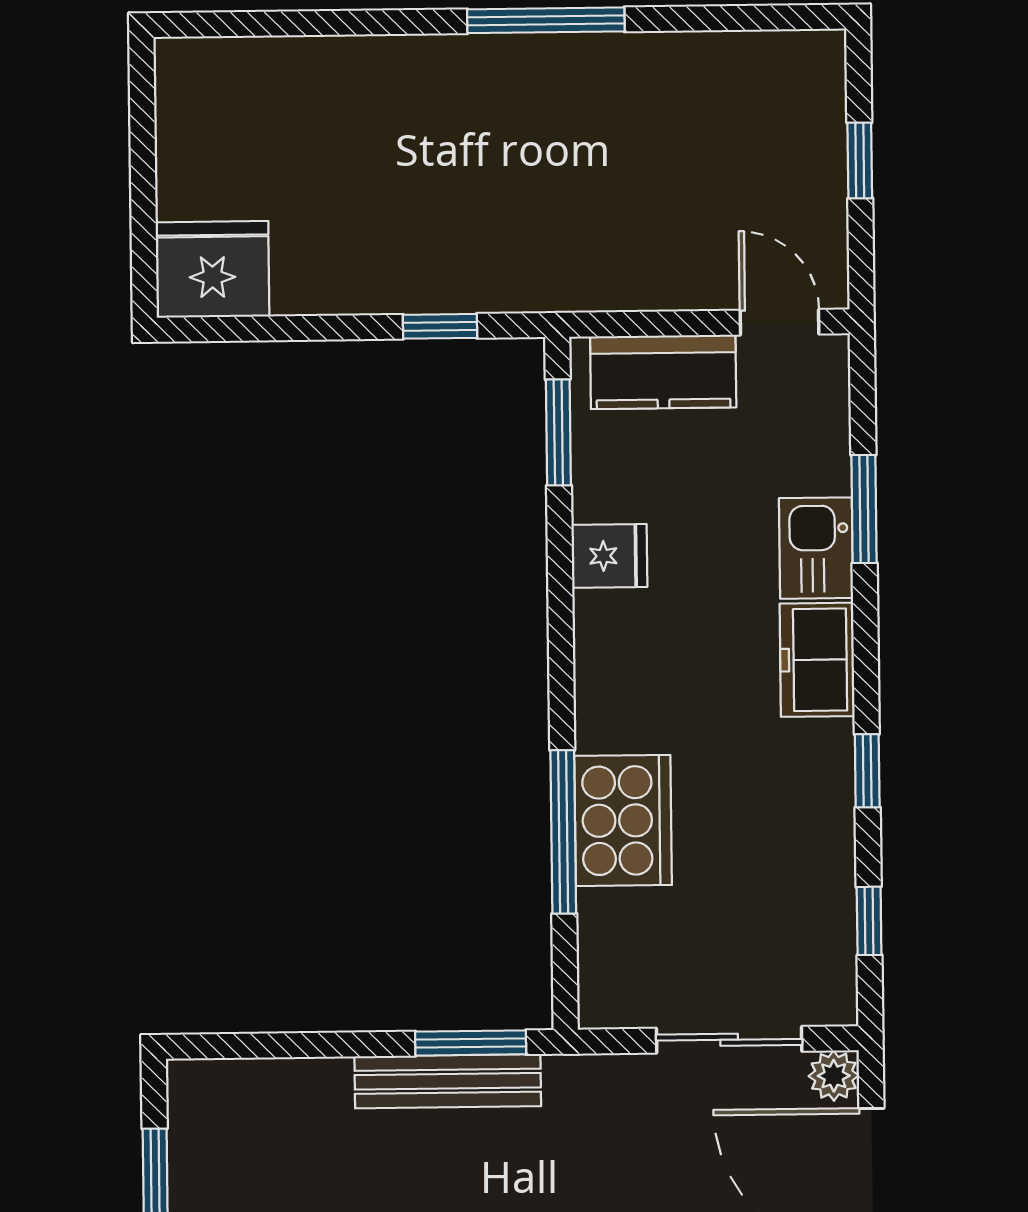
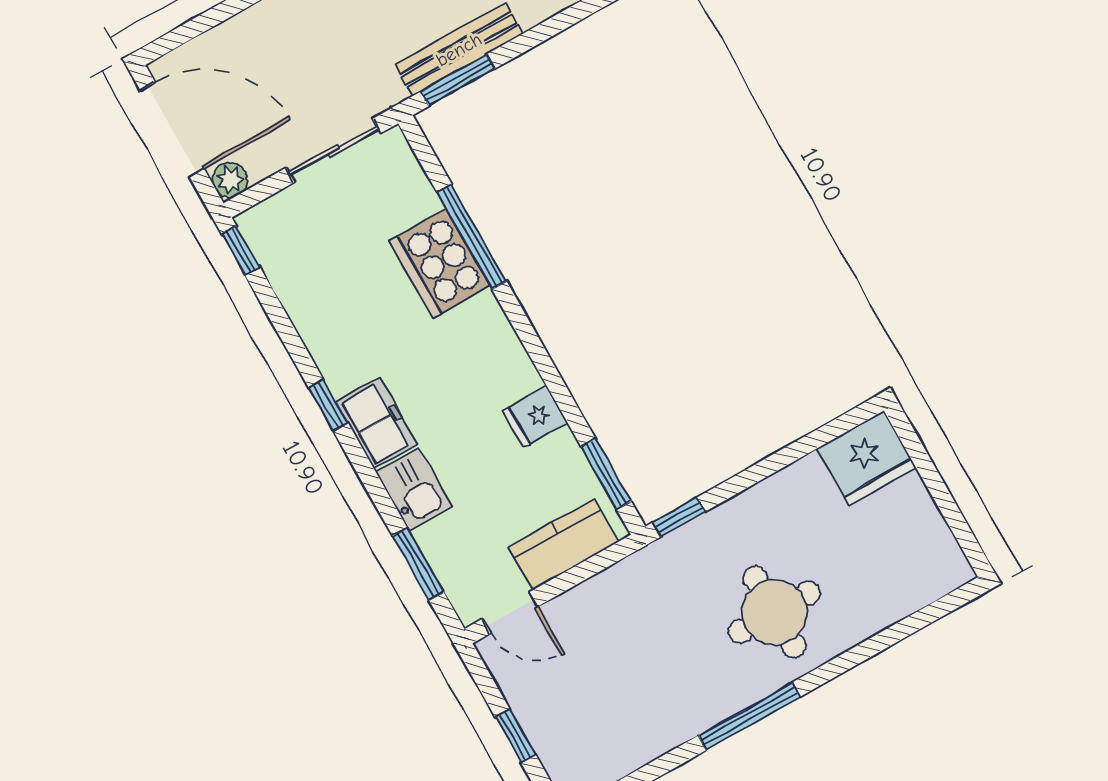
round table: (440, 136) -> (775, 612), added
window: (440, 326) -> (679, 517), moved
window: (864, 509) -> (418, 564), moved
window: (867, 771) -> (328, 405), moved
window: (869, 921) -> (241, 251), moved
sliding door: (729, 1040) -> (333, 150), moved

